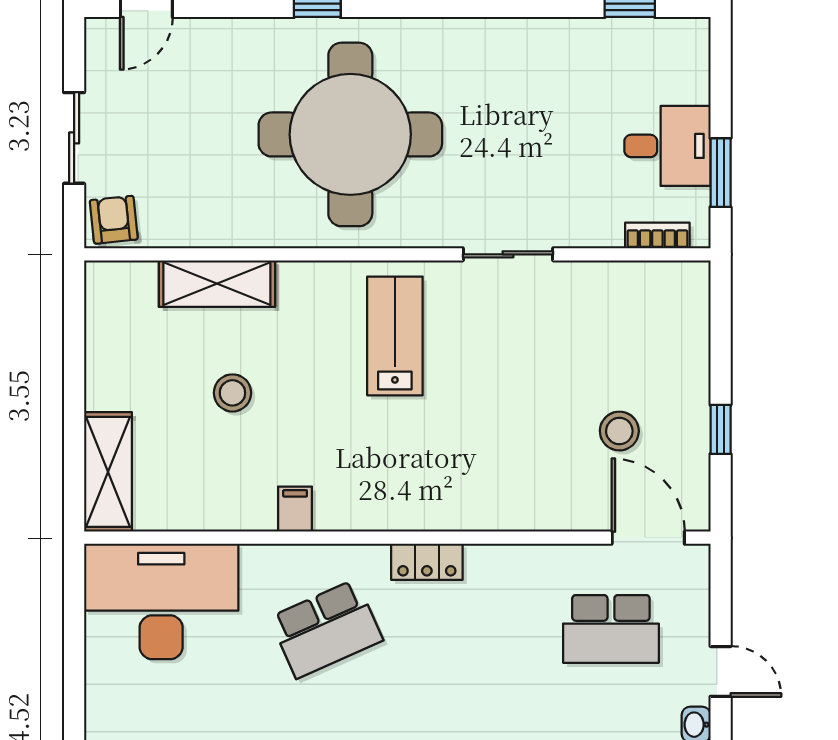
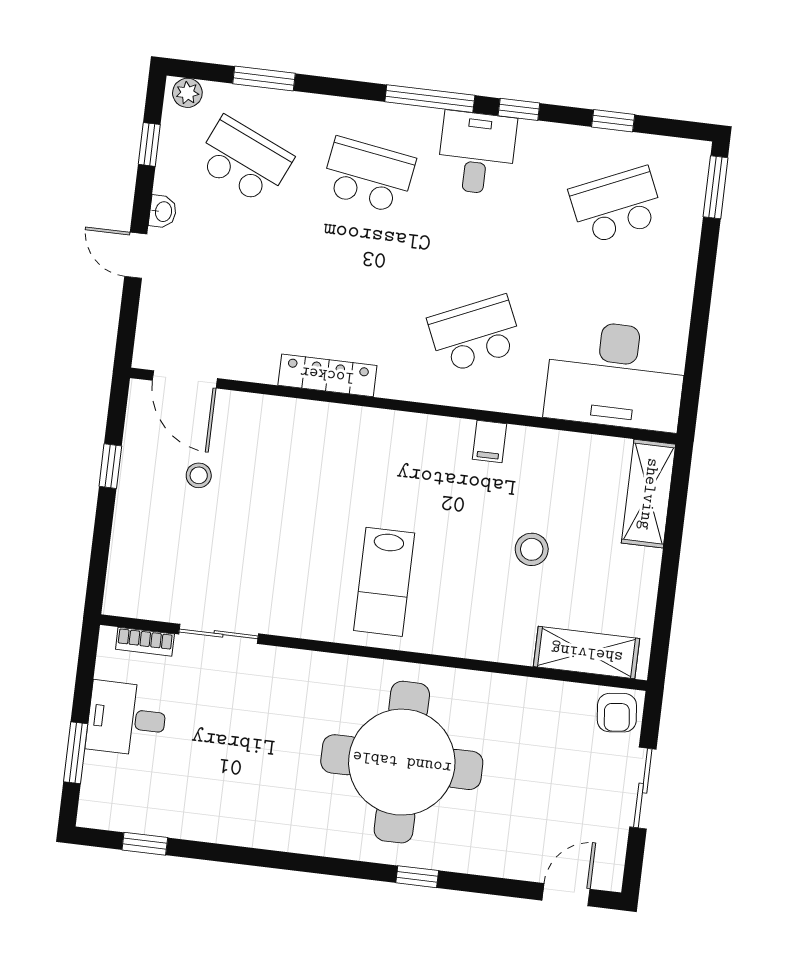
window: (721, 173) -> (76, 753), moved
sliding door: (508, 254) -> (219, 634), moved
shelving: (217, 284) -> (587, 653), moved
stool: (619, 431) -> (199, 475), width x0.73, depth x0.73
locker: (427, 562) -> (327, 375), moved, width x1.53
school desk: (611, 629) -> (227, 304), removed

